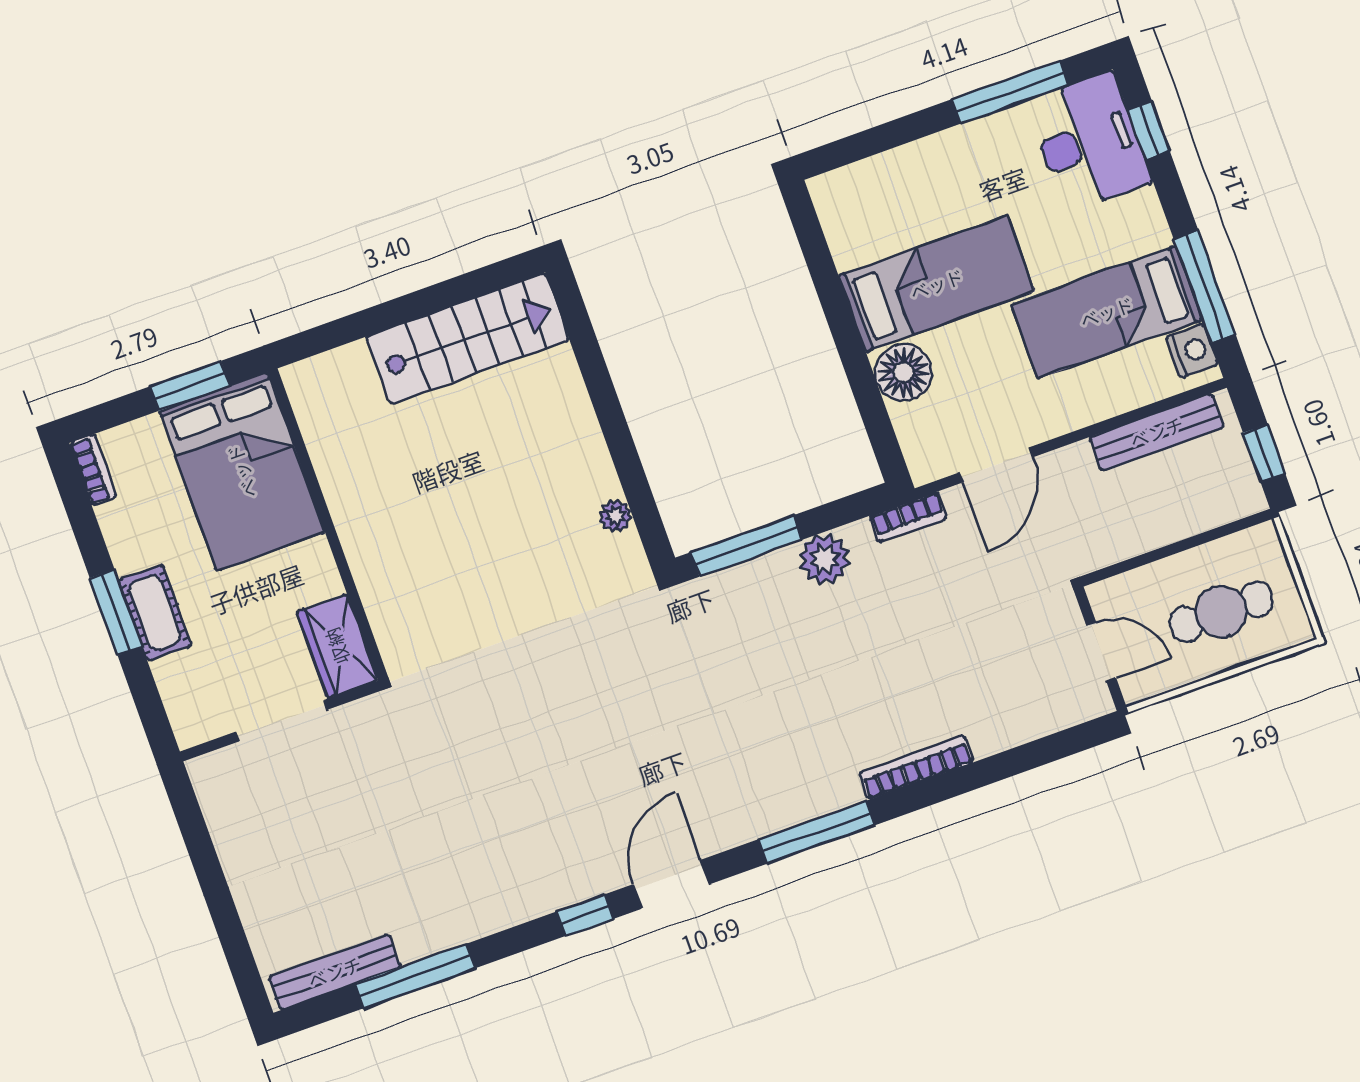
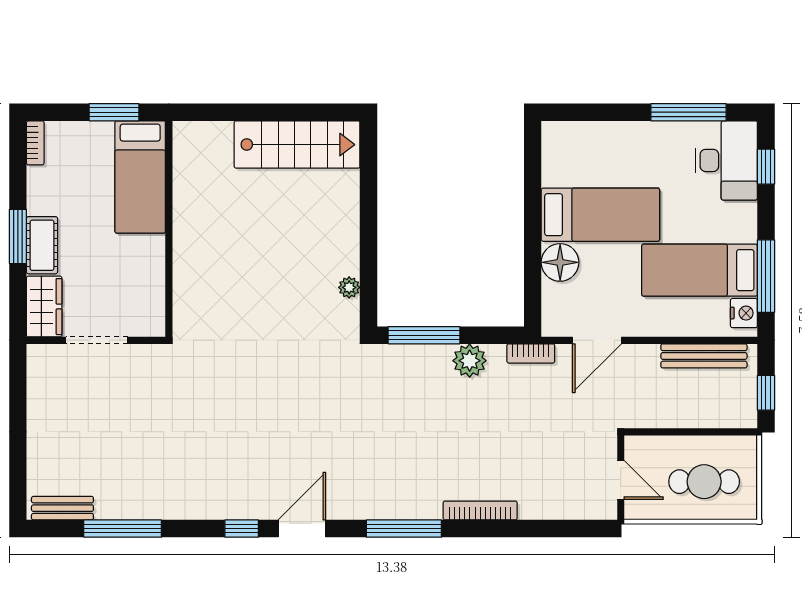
bed: (242, 471) -> (140, 177), width x0.67
wardrobe: (337, 646) -> (44, 307), moved, turned 180
bench: (335, 972) -> (62, 508), width x0.73

